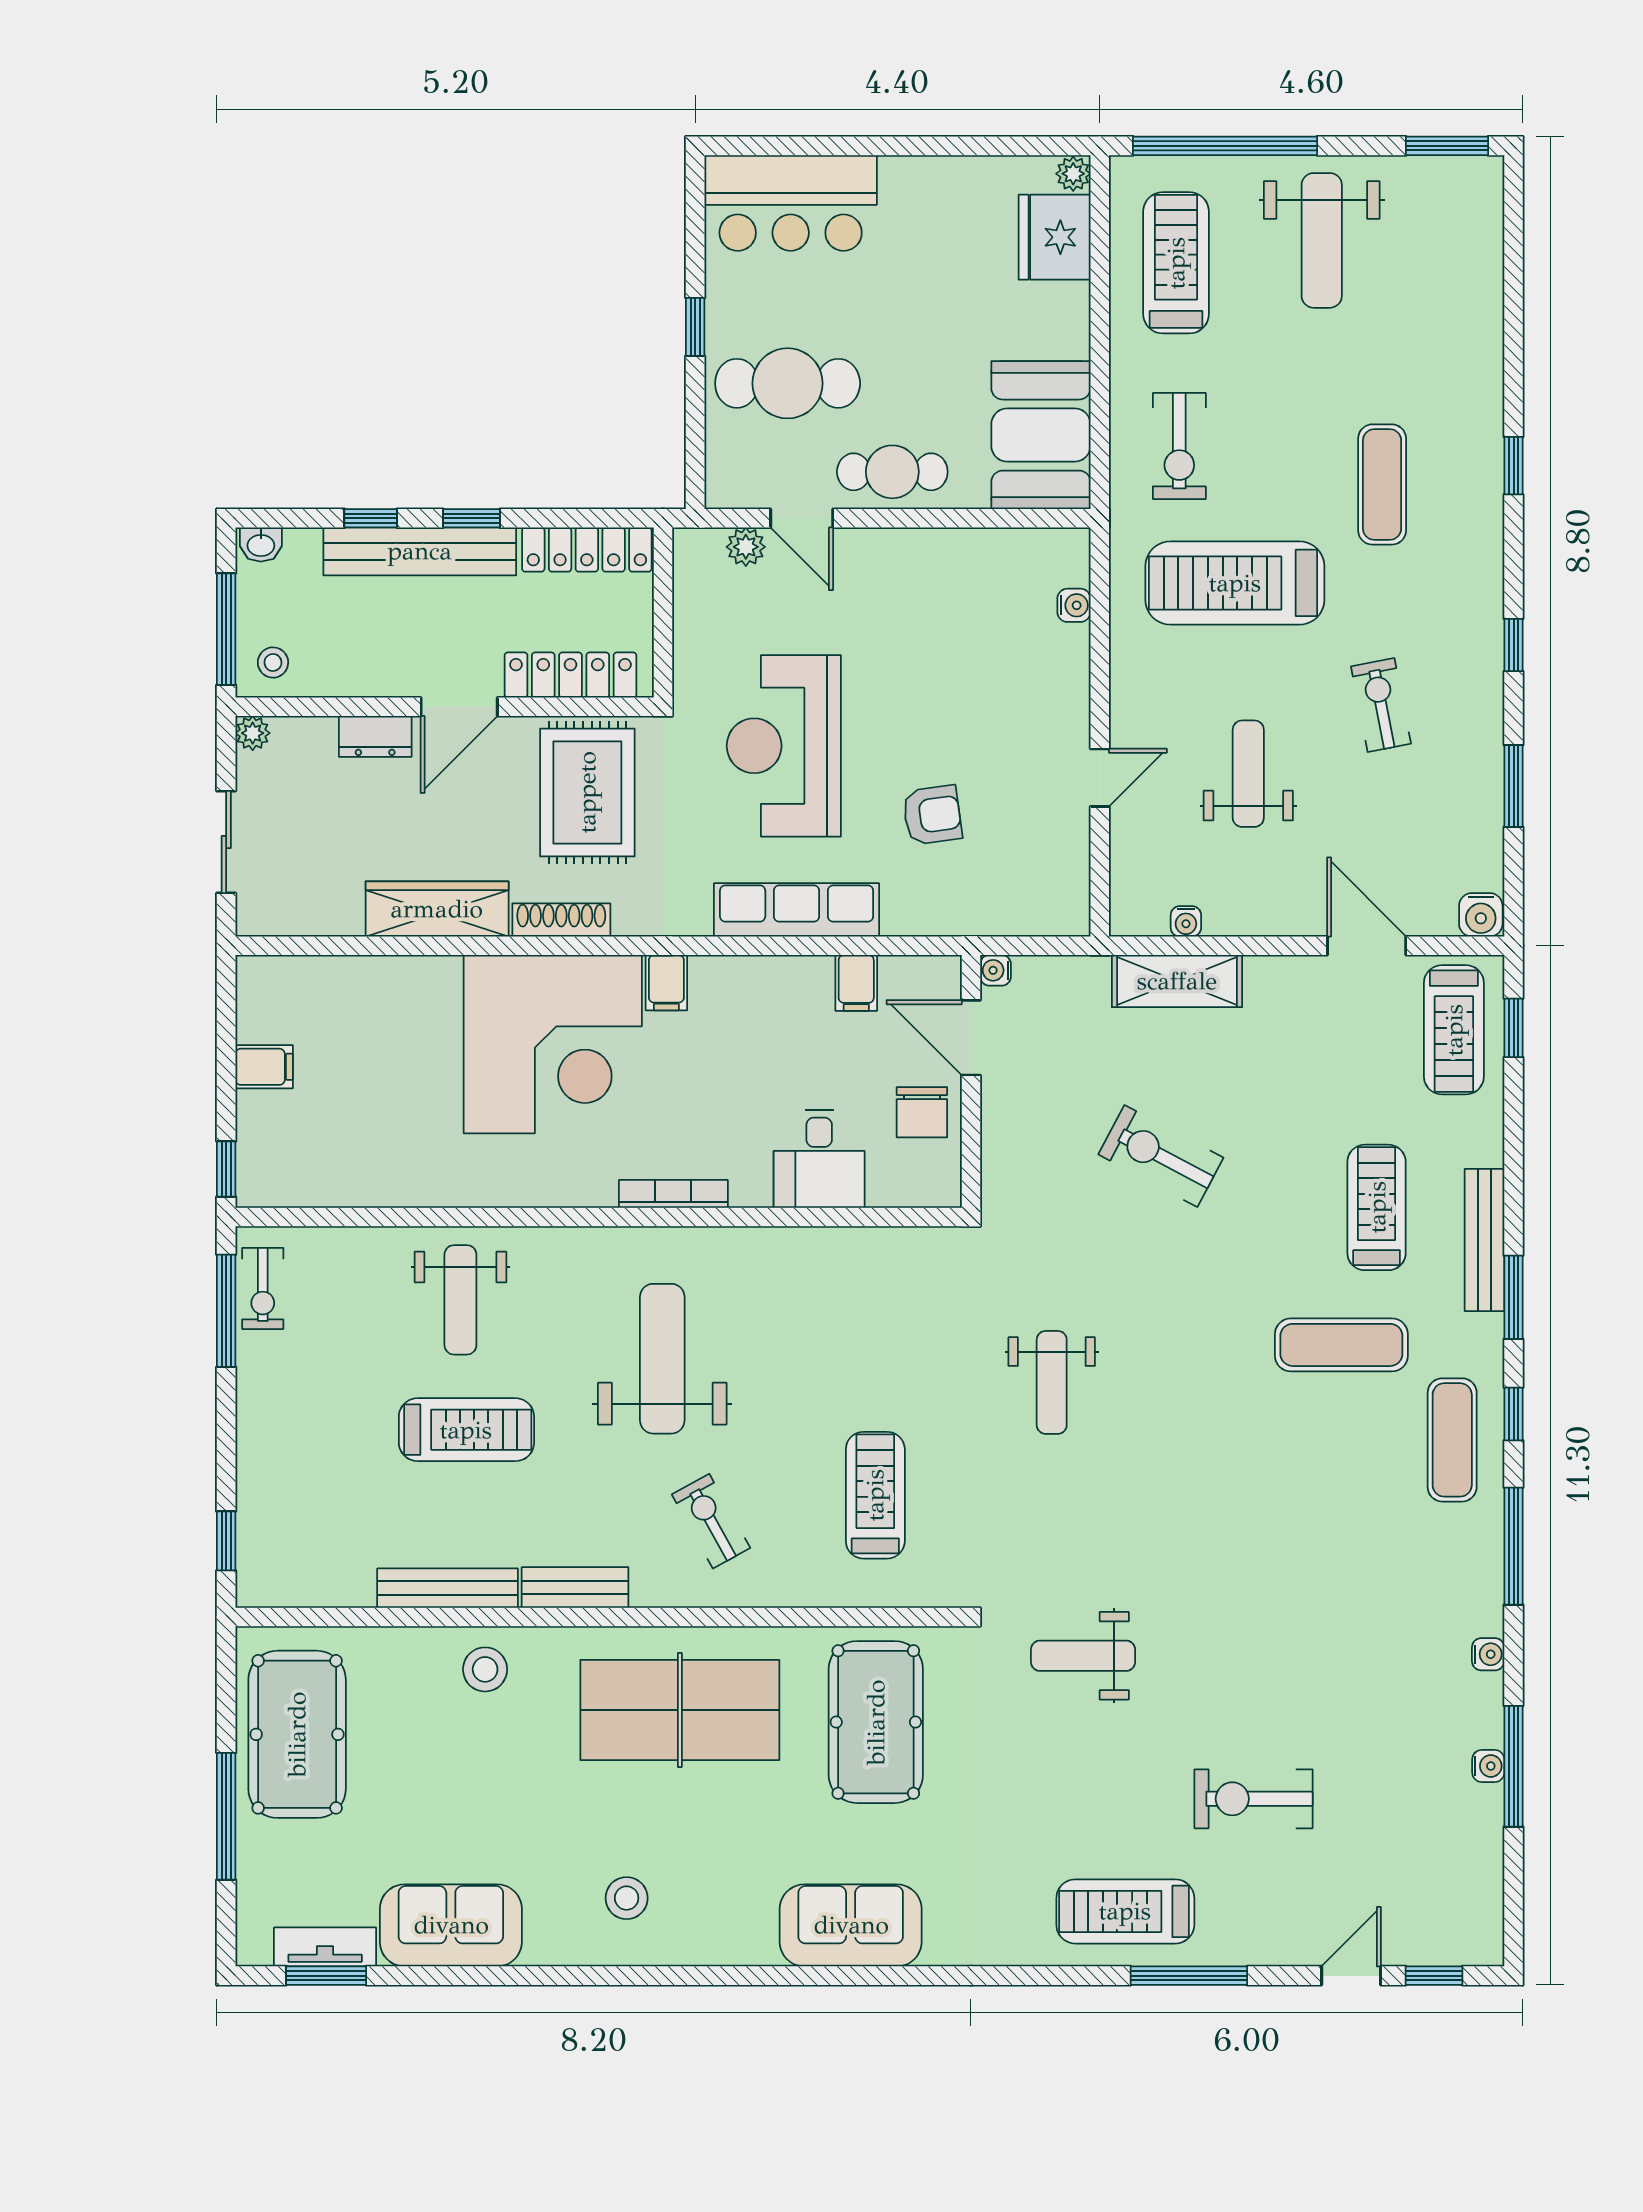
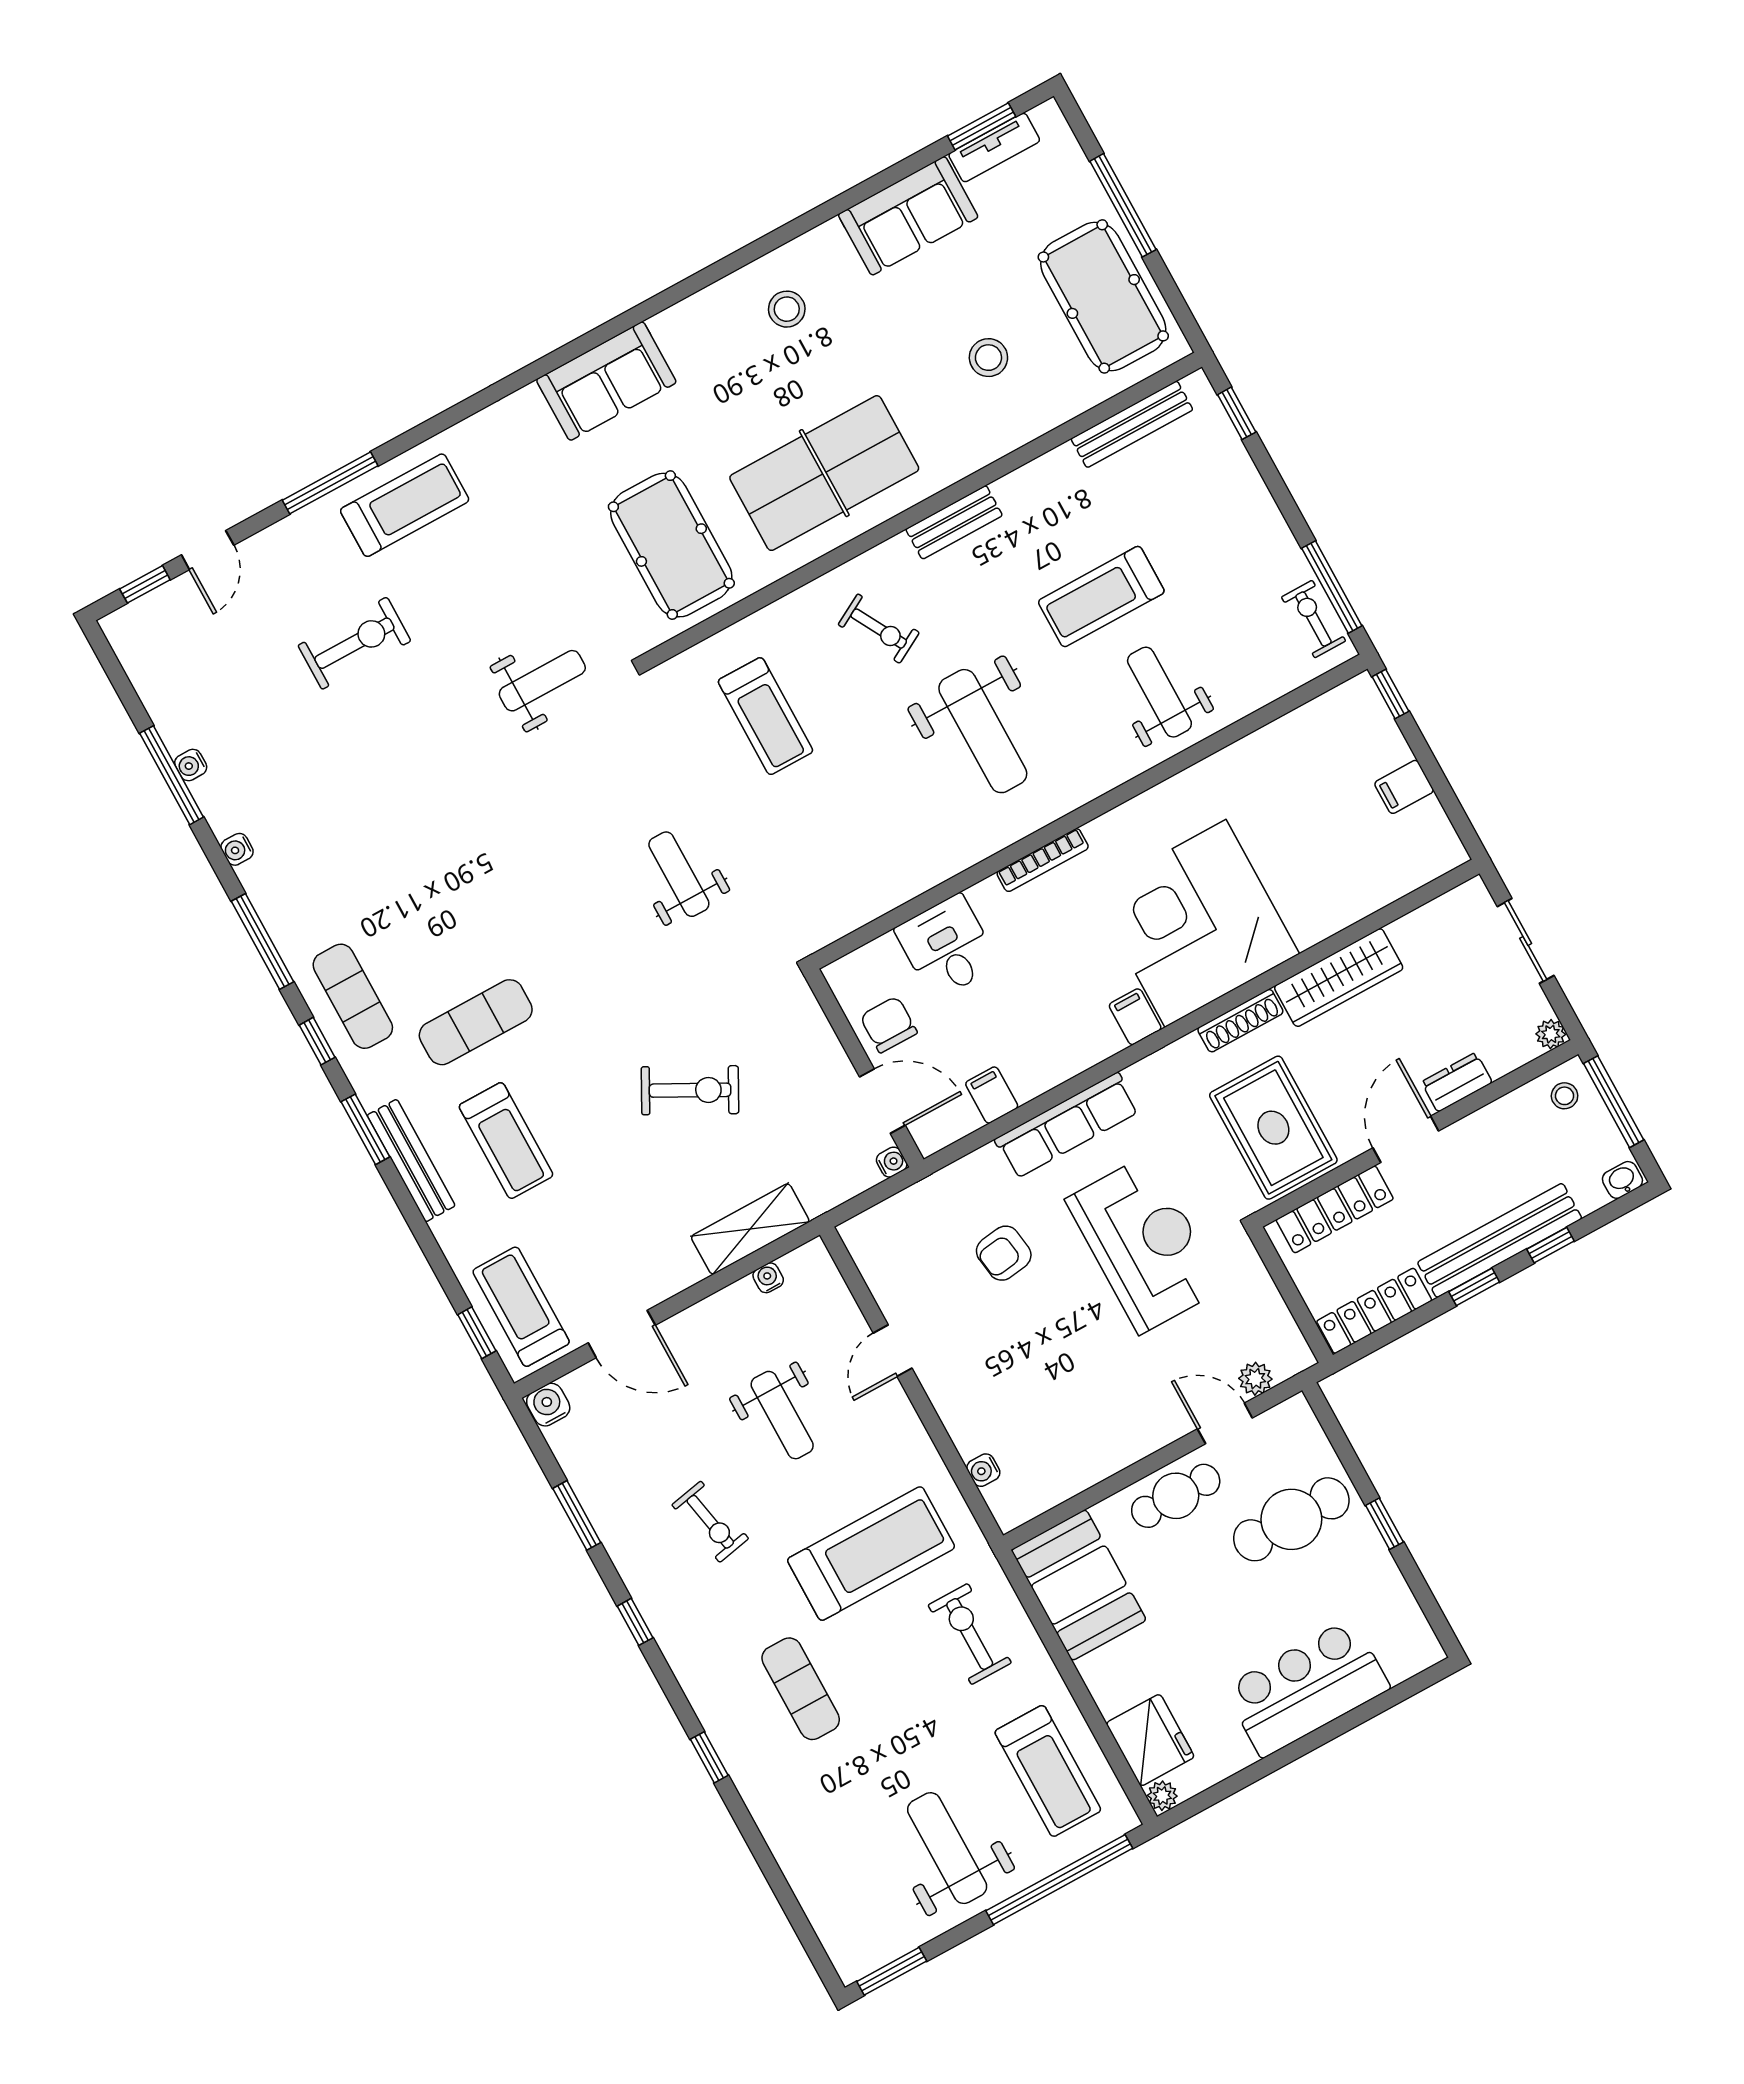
bar counter: (791, 203) -> (1307, 1688), moved
bench: (448, 1588) -> (1132, 424), moved
stool: (485, 1669) -> (988, 358), moved

